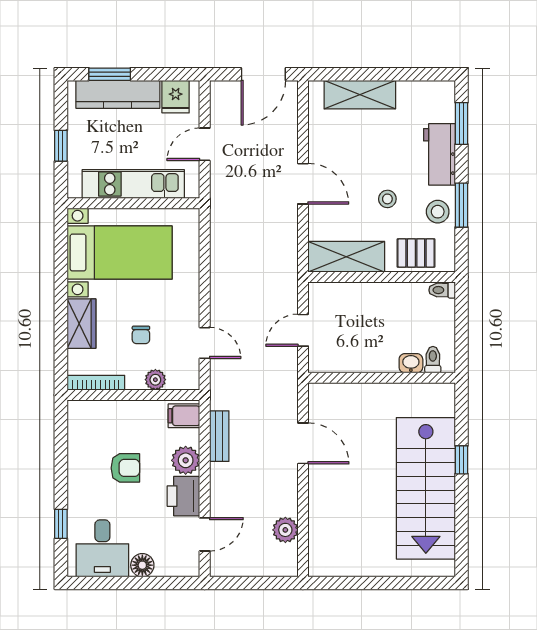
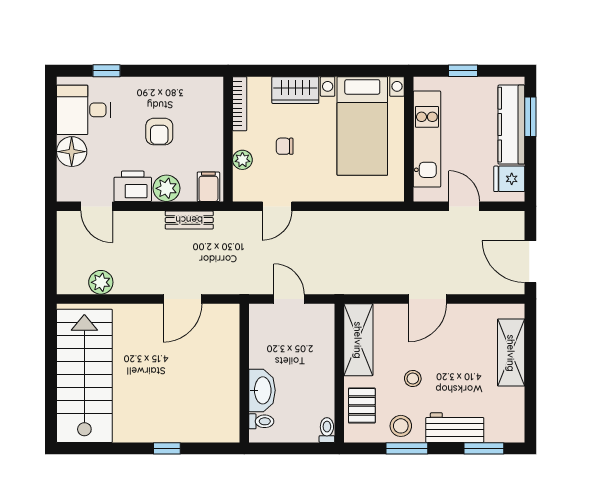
washbasin: (411, 363) -> (262, 390), width x1.91, depth x1.45
stairs: (426, 488) -> (84, 376), moved, turned 90
floor lamp: (142, 565) -> (72, 152), width x1.38, depth x1.38

